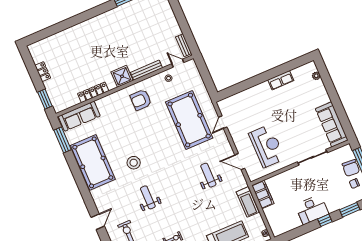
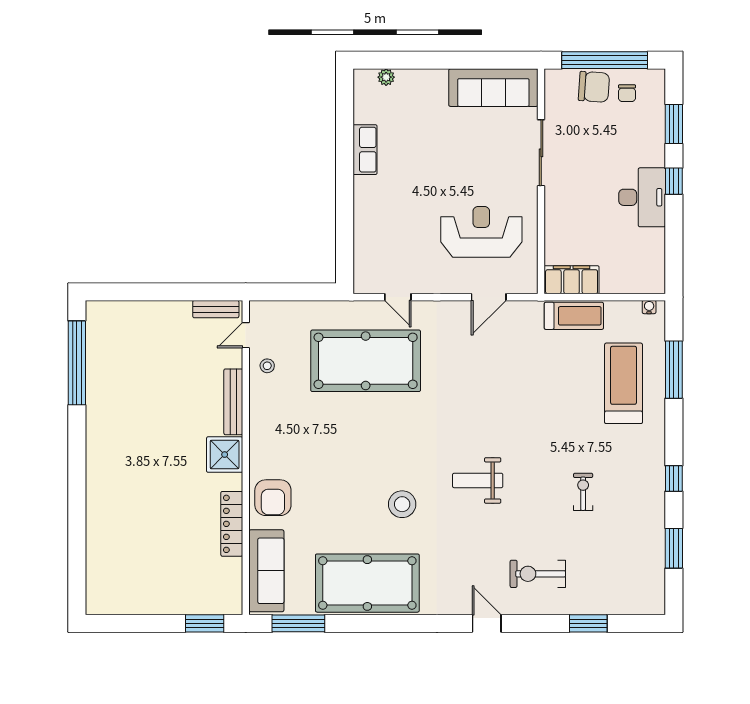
locker: (43, 72) -> (149, 605), removed
armchair: (141, 100) -> (273, 498), moved
weight bench: (208, 175) -> (489, 370), removed
weight bench: (148, 197) -> (478, 480), moved

